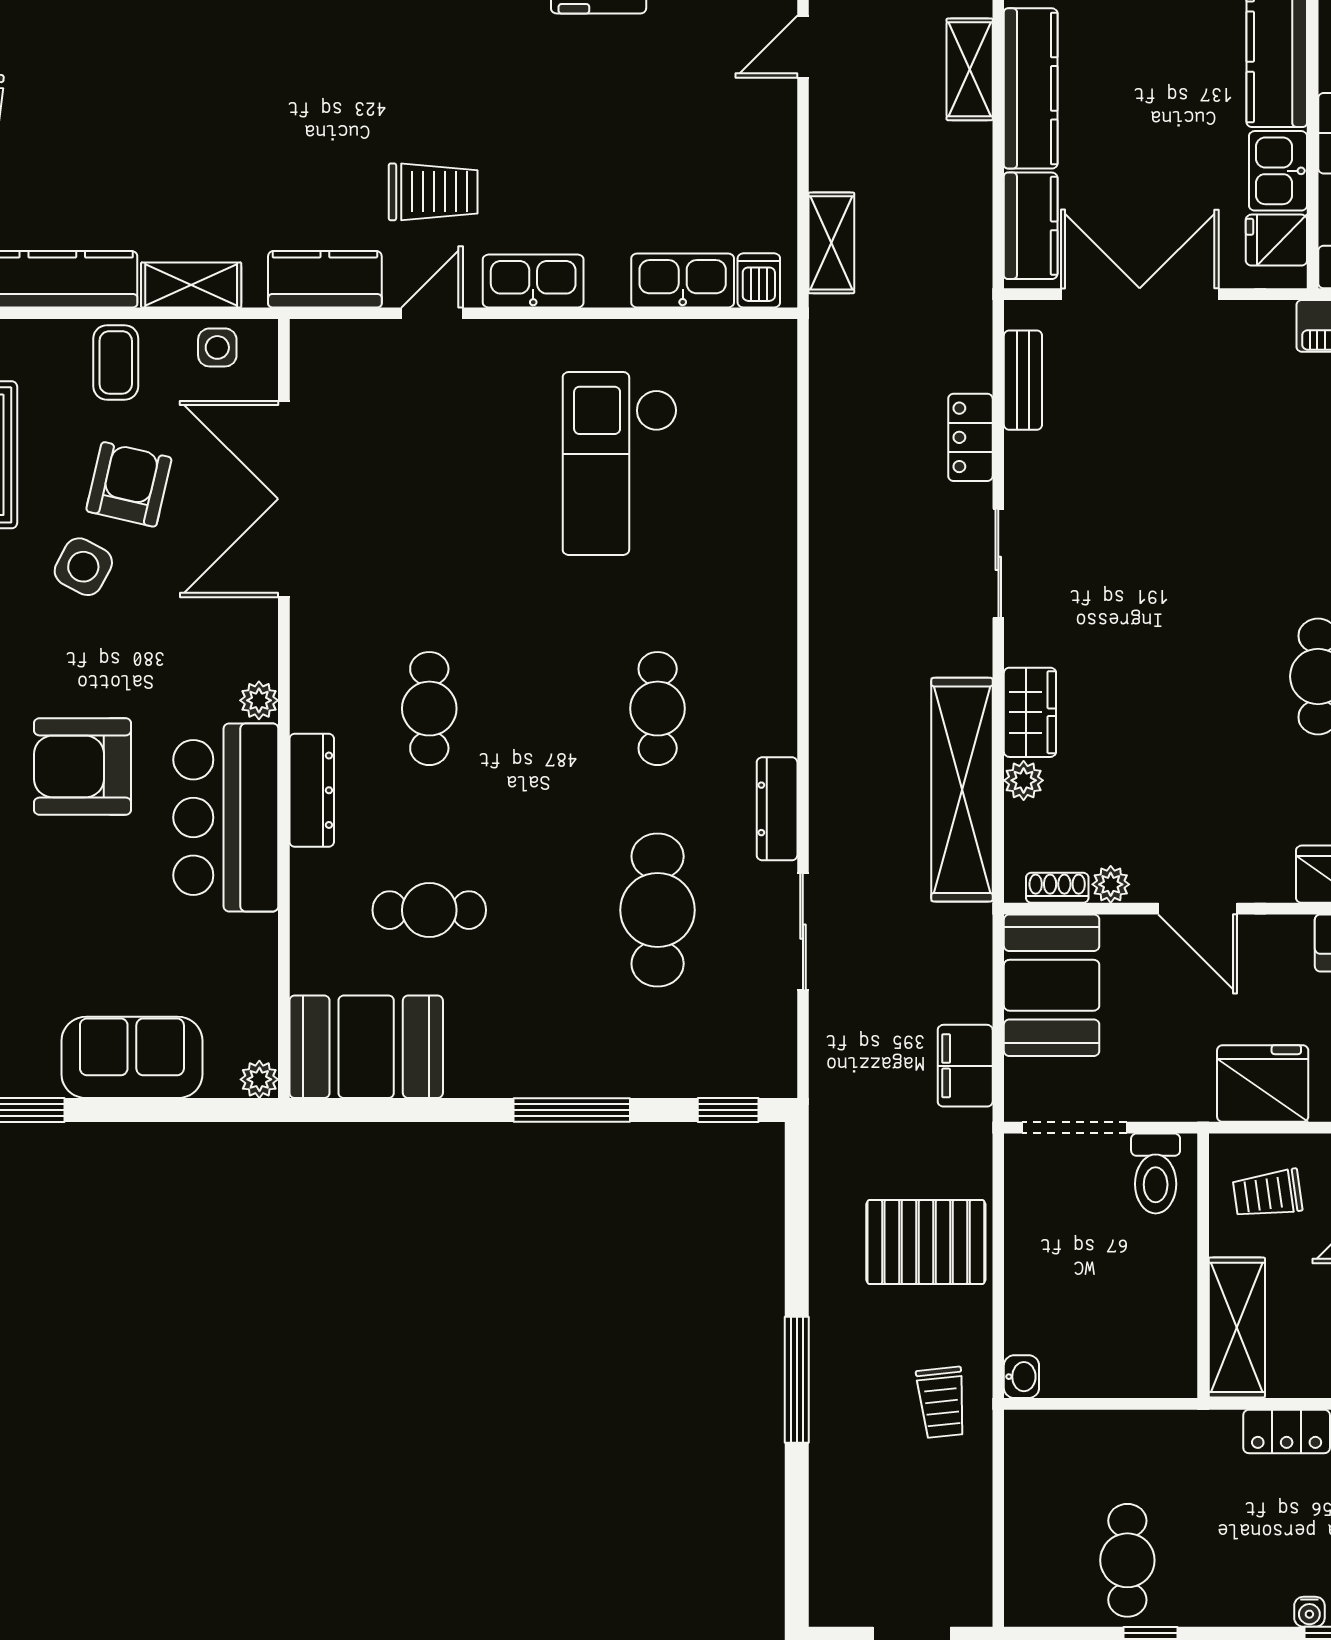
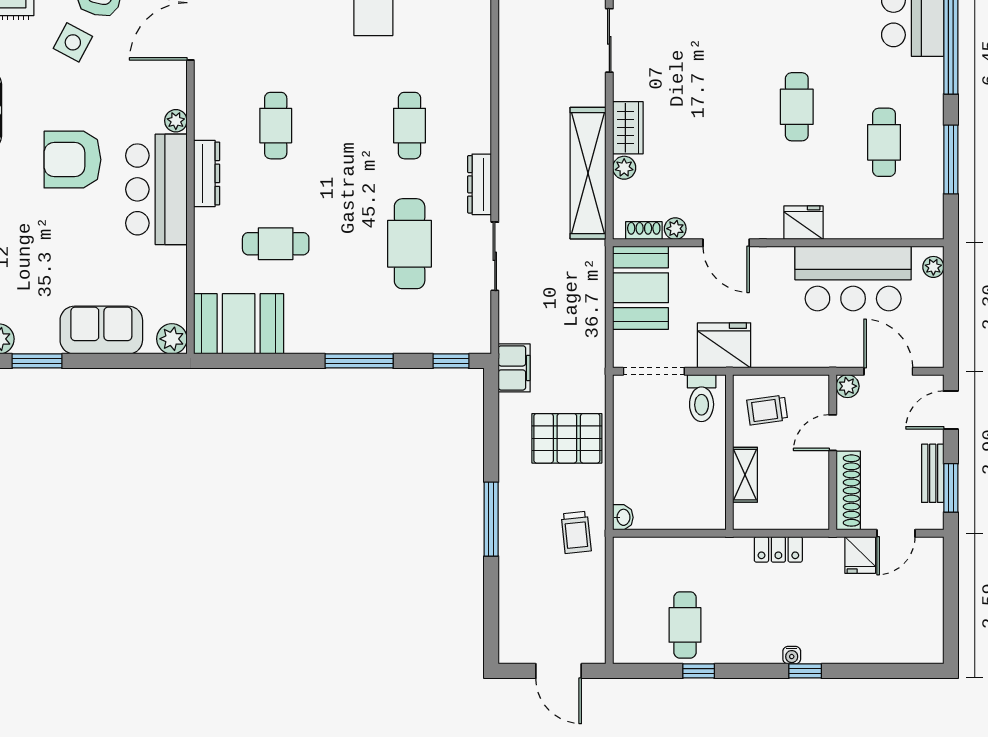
filing cabinet: (965, 1066) -> (514, 368), moved, turned 180
plant: (259, 1079) -> (172, 339), width x1.38, depth x1.38
fridge: (1263, 1084) -> (724, 345), moved
shelving: (1237, 1327) -> (745, 475), width x0.67, depth x0.75

